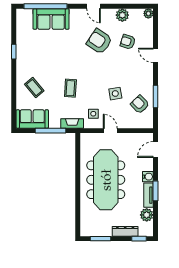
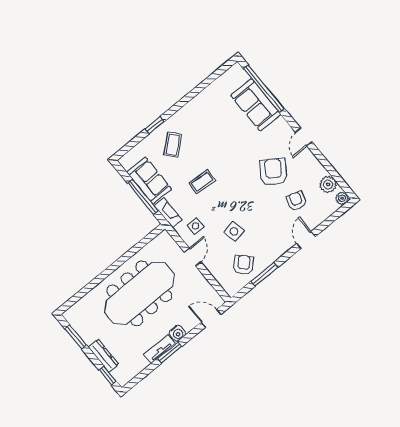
plant: (122, 15) -> (328, 184), moved
window: (14, 52) -> (155, 125), moved
sofa: (32, 119) -> (149, 181), moved
plant: (147, 215) -> (138, 364), removed

